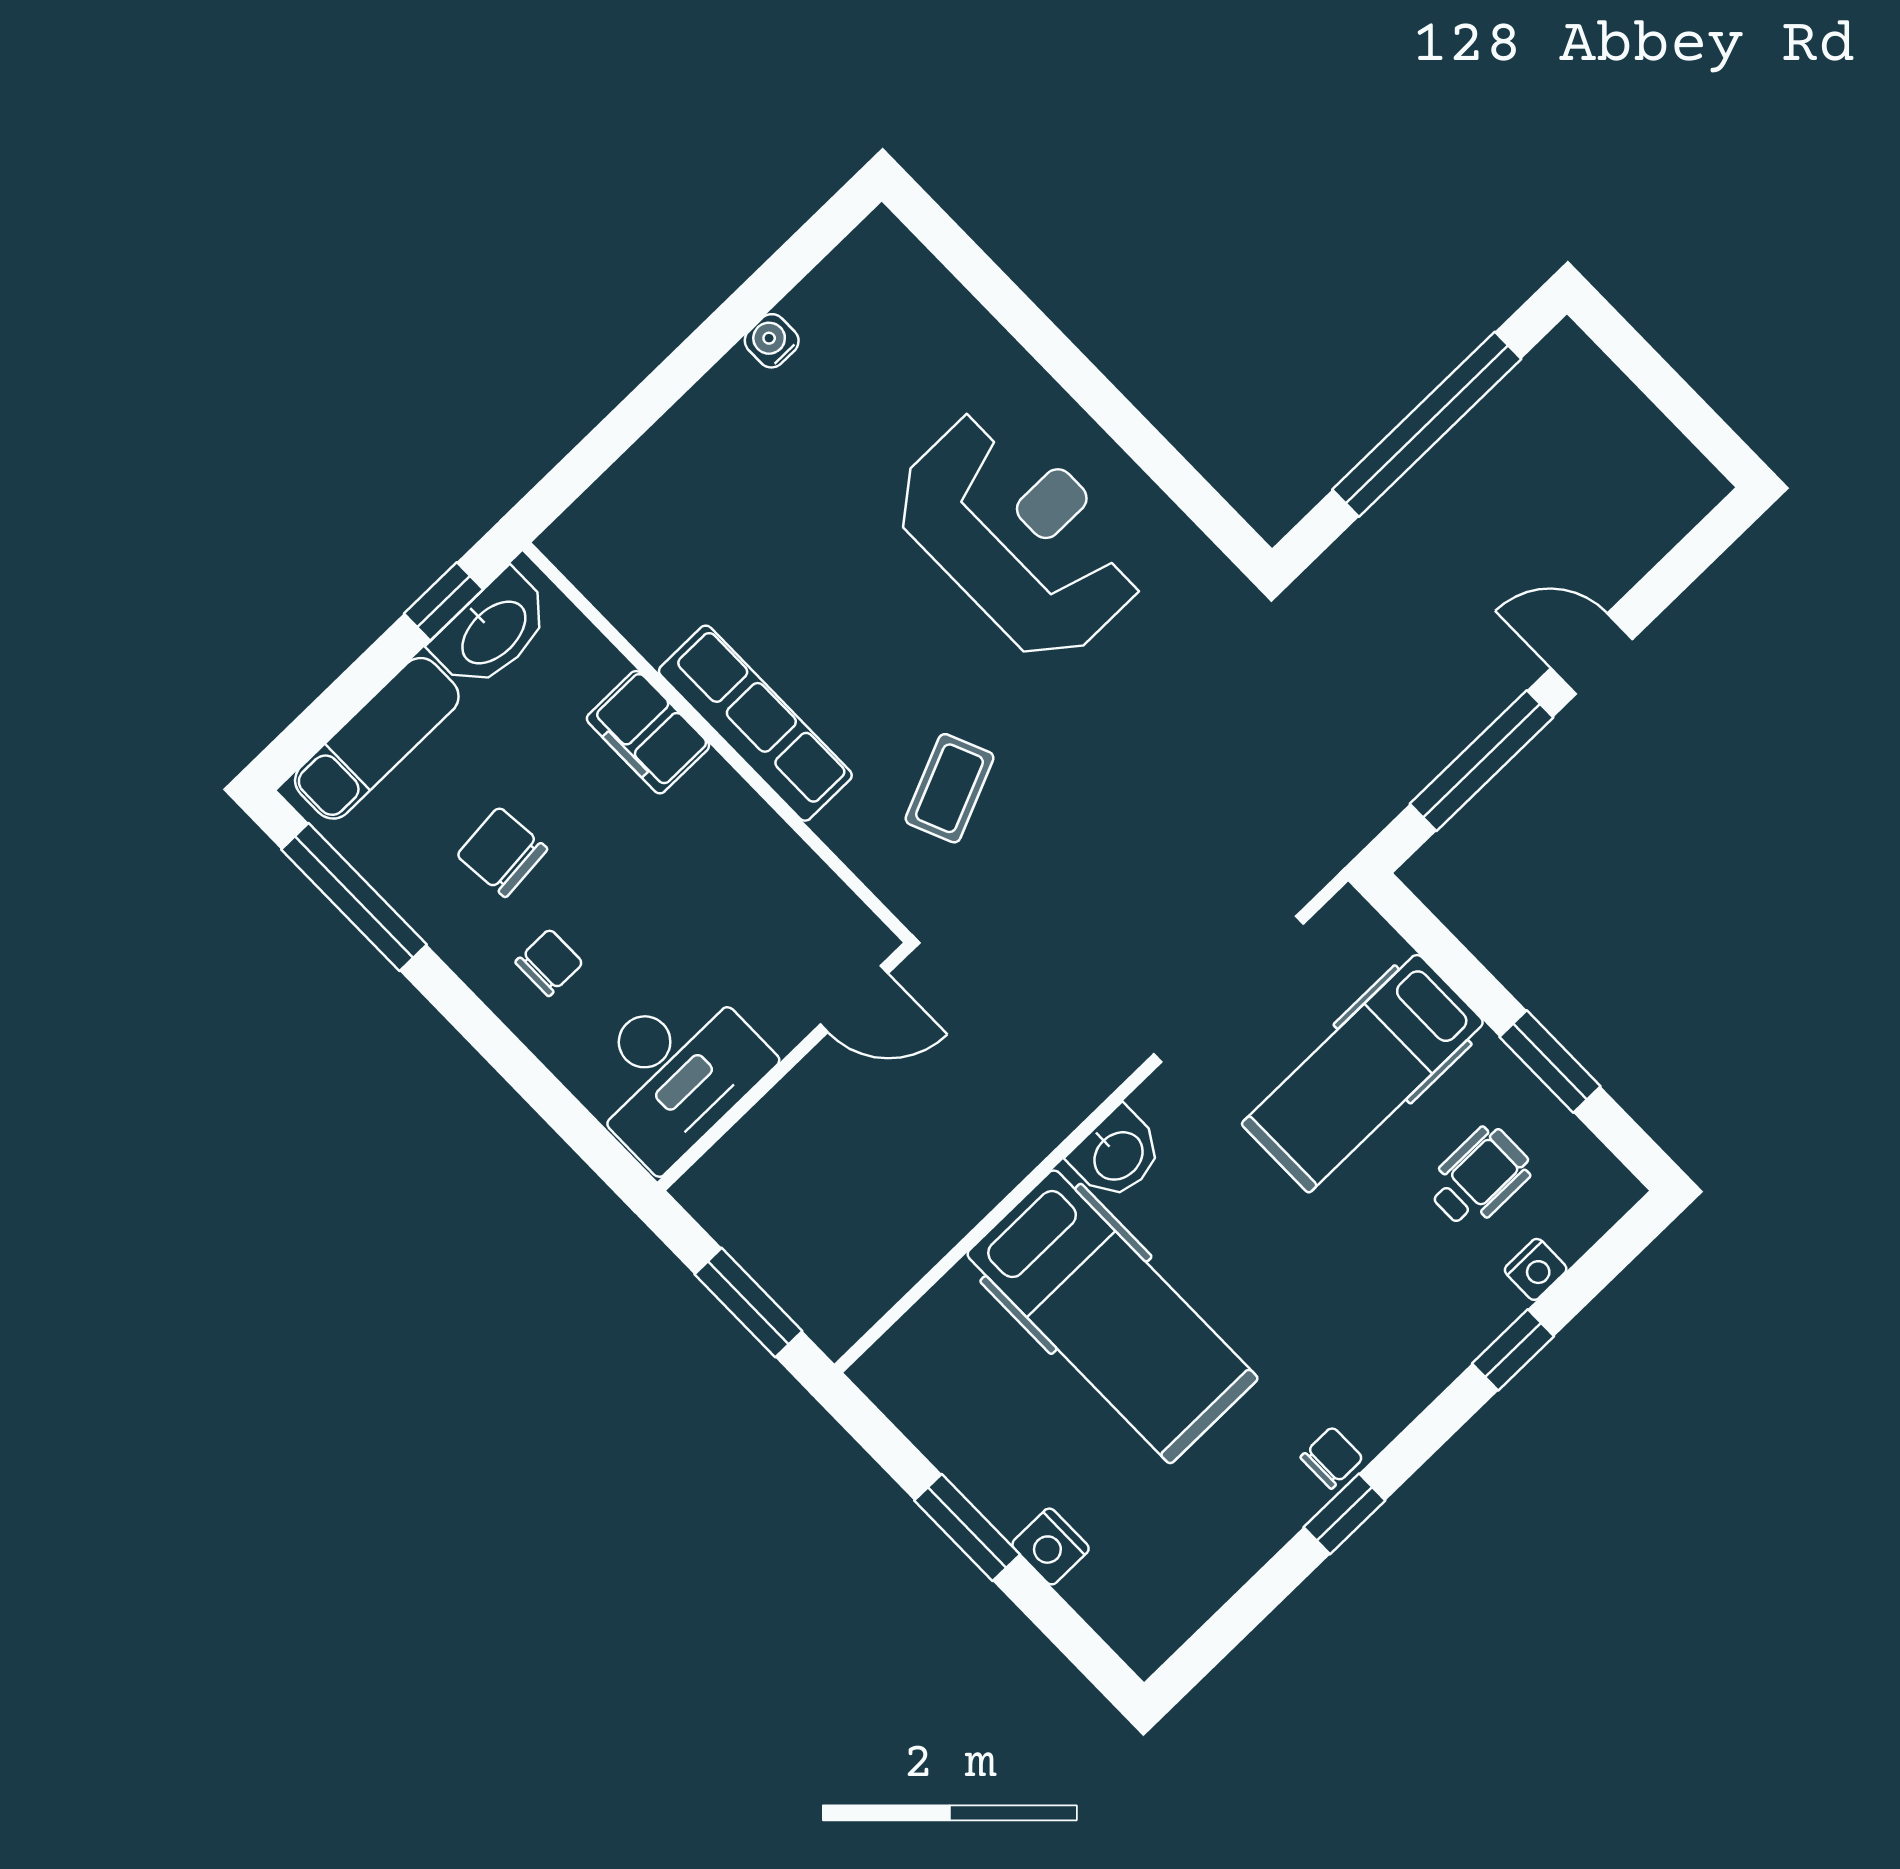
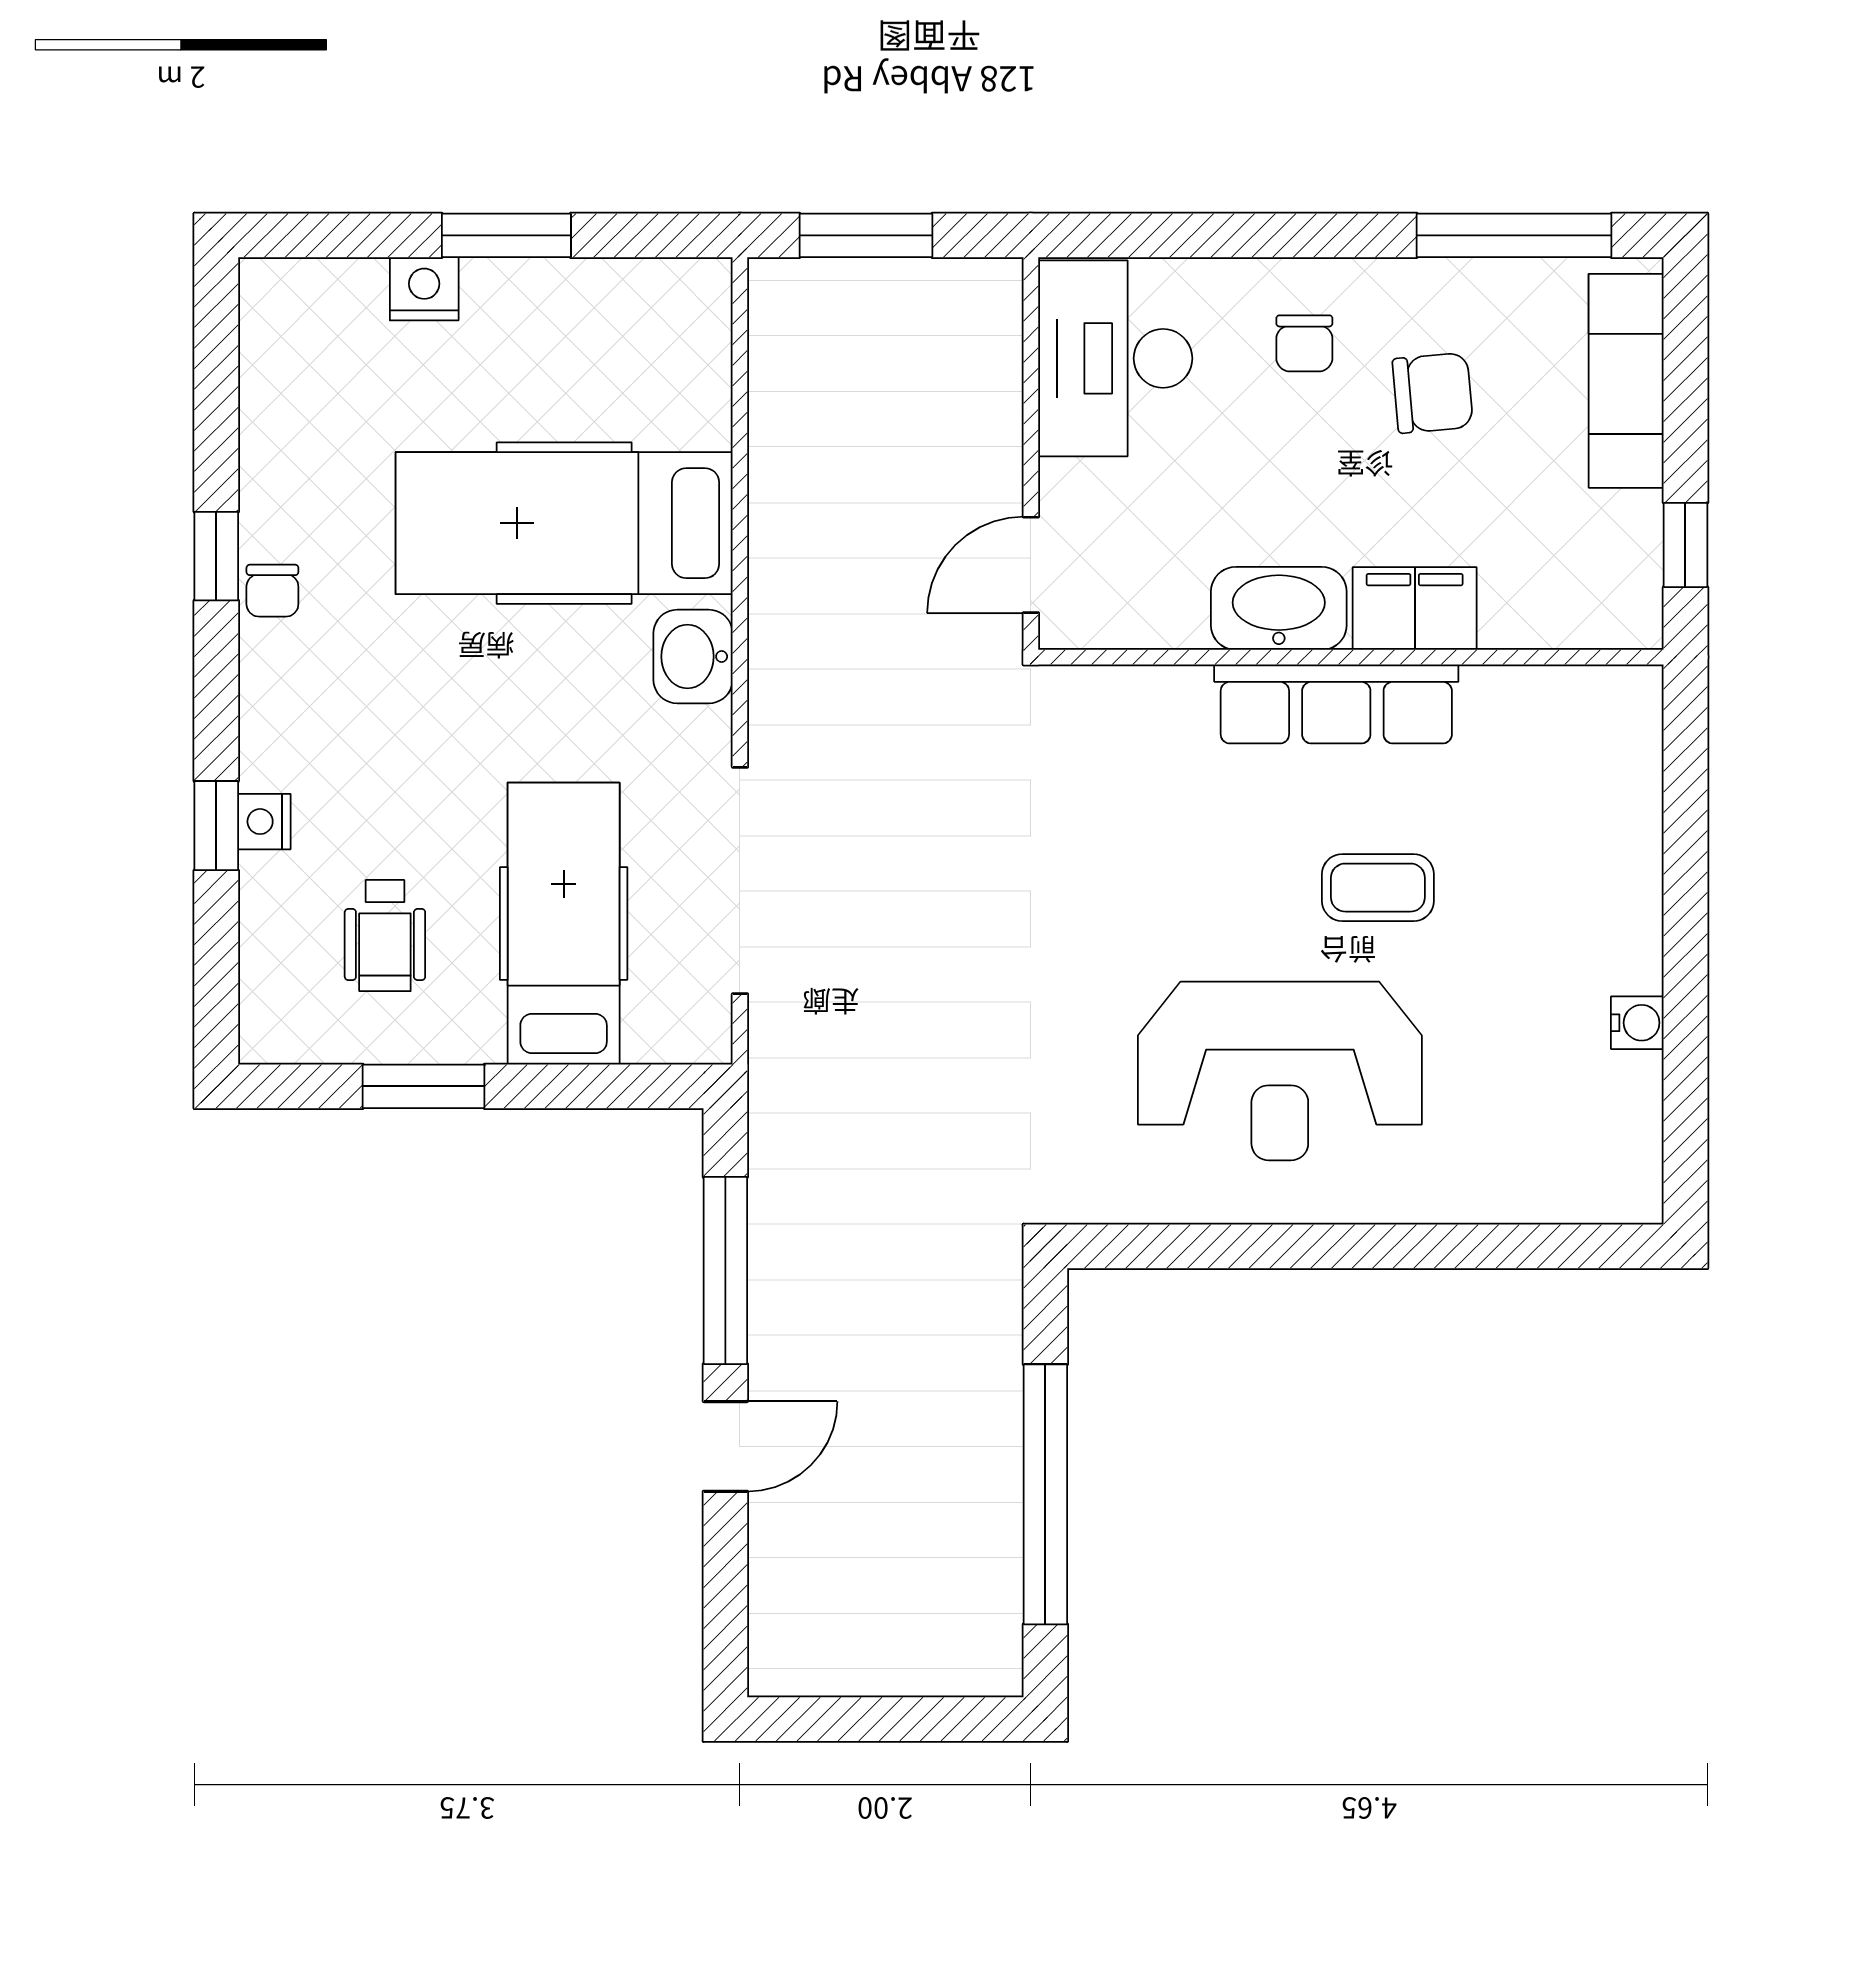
washbasin: (492, 631) -> (1279, 608), moved, turned 90
coffee table: (950, 788) -> (1378, 888), moved, turned -67
nightstand: (1536, 1269) -> (264, 822), moved

